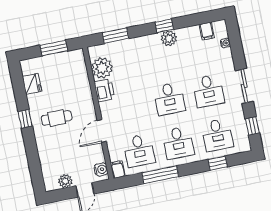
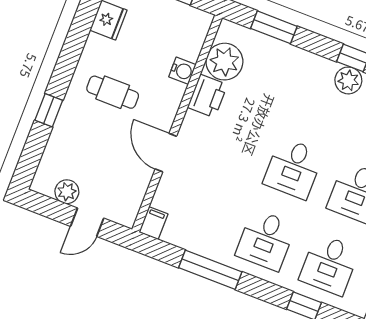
window: (25, 119) -> (49, 110), moved
door: (102, 131) -> (166, 153), hinge flipped
desk: (139, 151) -> (202, 215), removed
water cooler: (101, 169) -> (182, 71), moved

